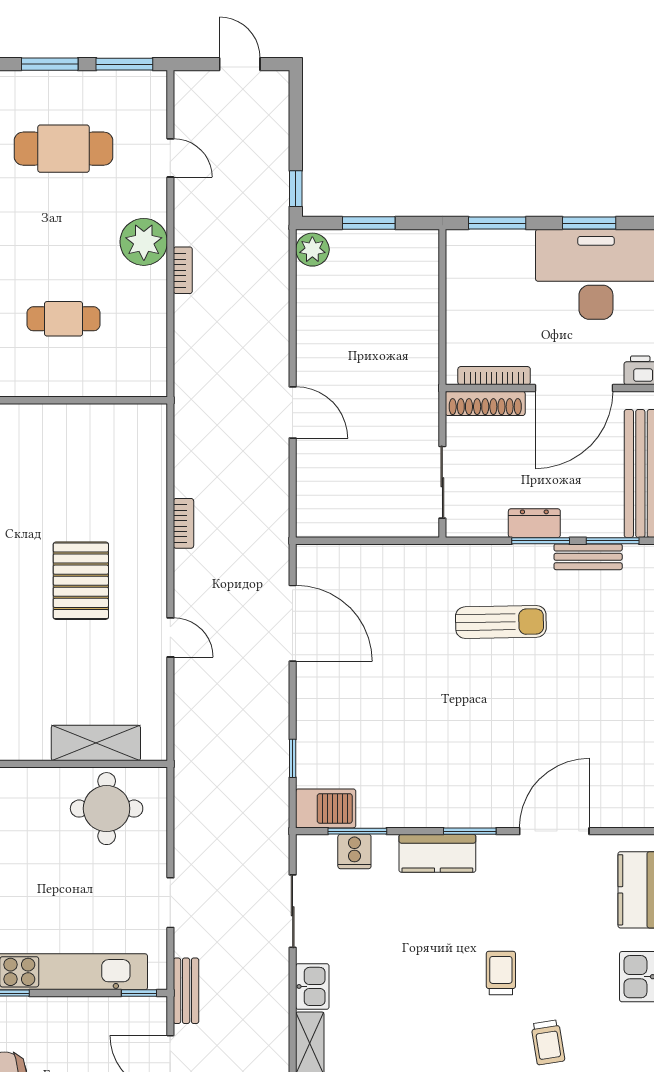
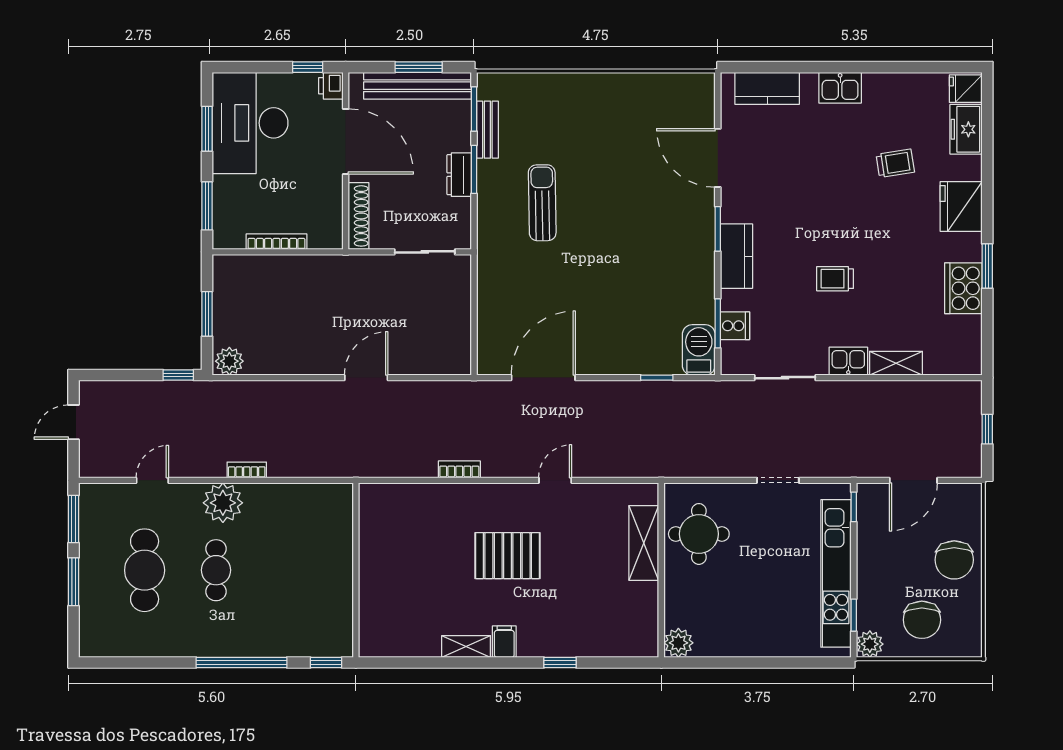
cafe table: (63, 319) -> (216, 570), moved
bookcase: (494, 376) -> (276, 242), moved, turned 90
trolley: (501, 973) -> (835, 279), moved
bench: (186, 991) -> (852, 467), removed

